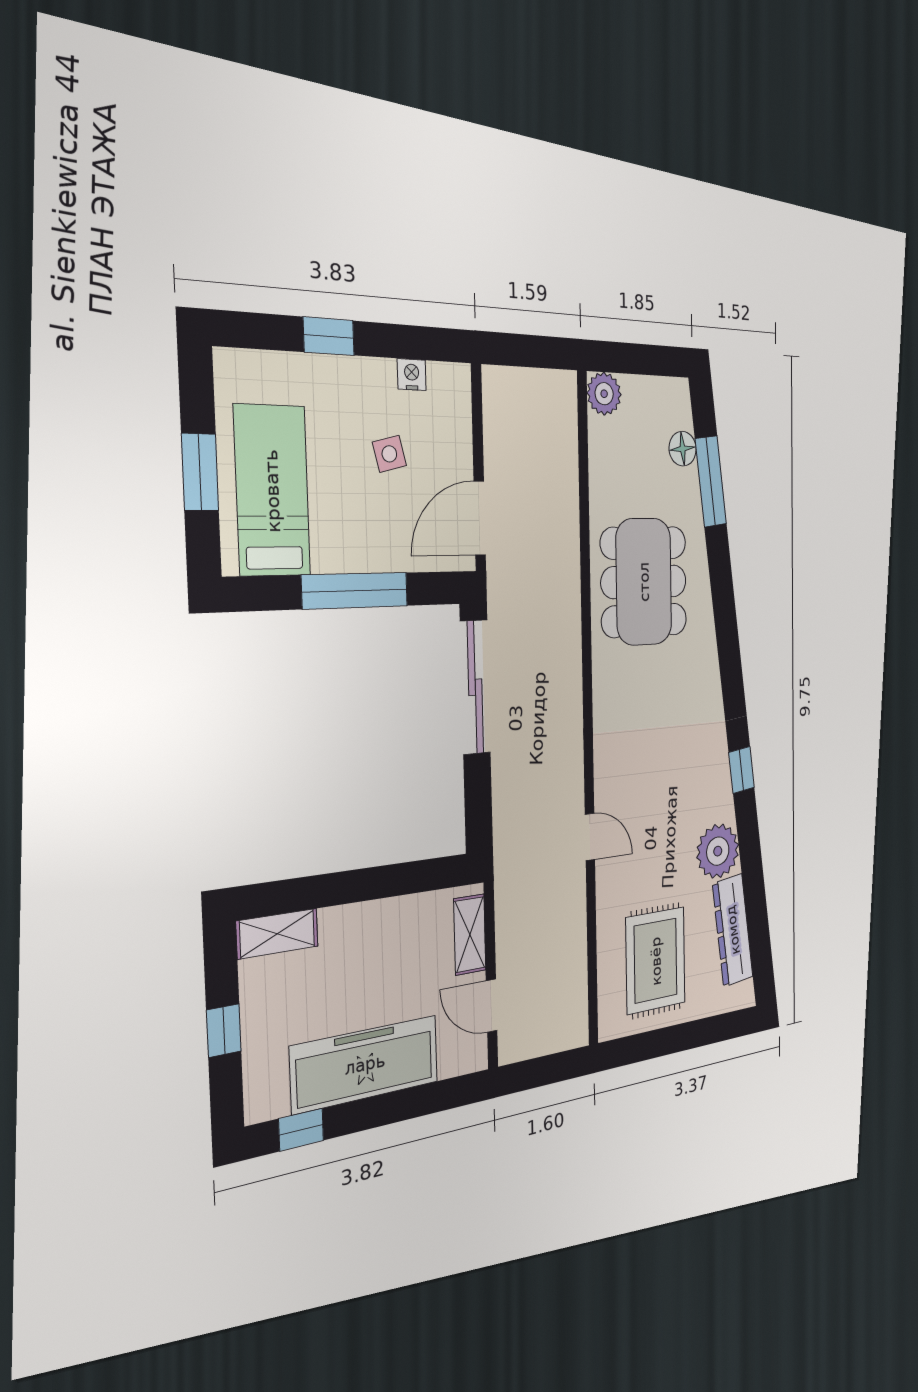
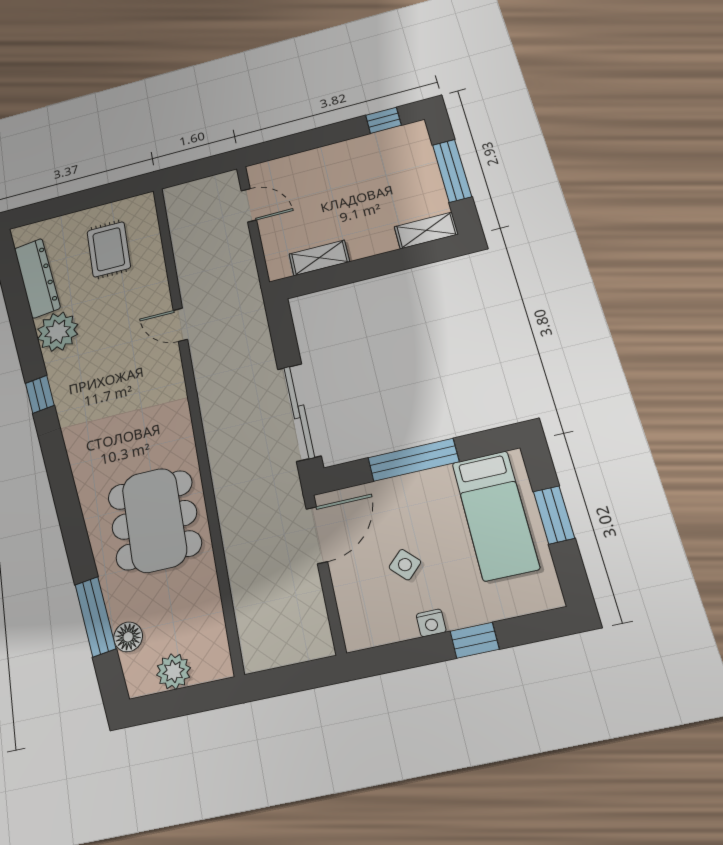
nightstand: (412, 375) -> (431, 623), moved
plant: (604, 394) -> (173, 671), moved
side table: (389, 454) -> (405, 565), turned -30
shelving: (470, 935) -> (319, 258), moved, turned 90
rug: (656, 961) -> (109, 249), width x0.73, depth x0.70
window: (224, 1031) -> (452, 171), width x2.17
freezer: (365, 1064) -> (343, 161), removed

